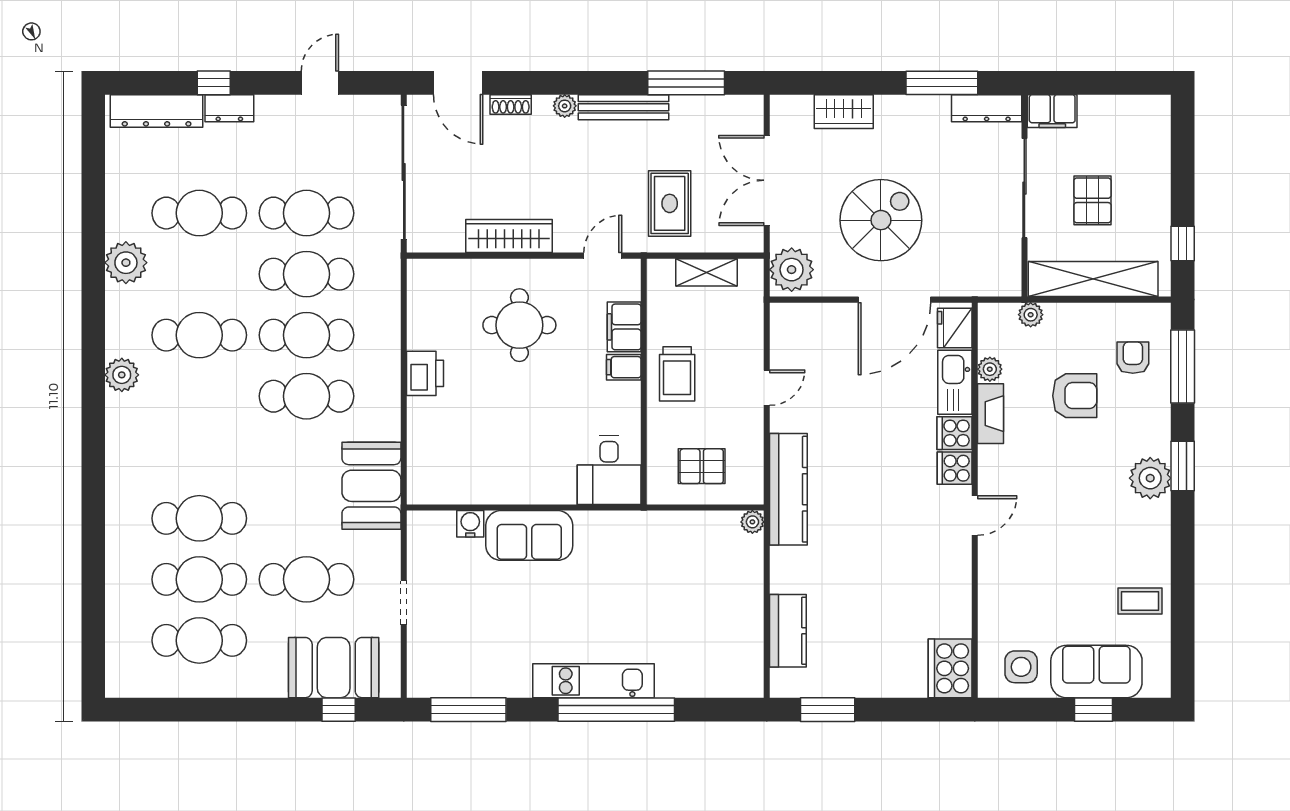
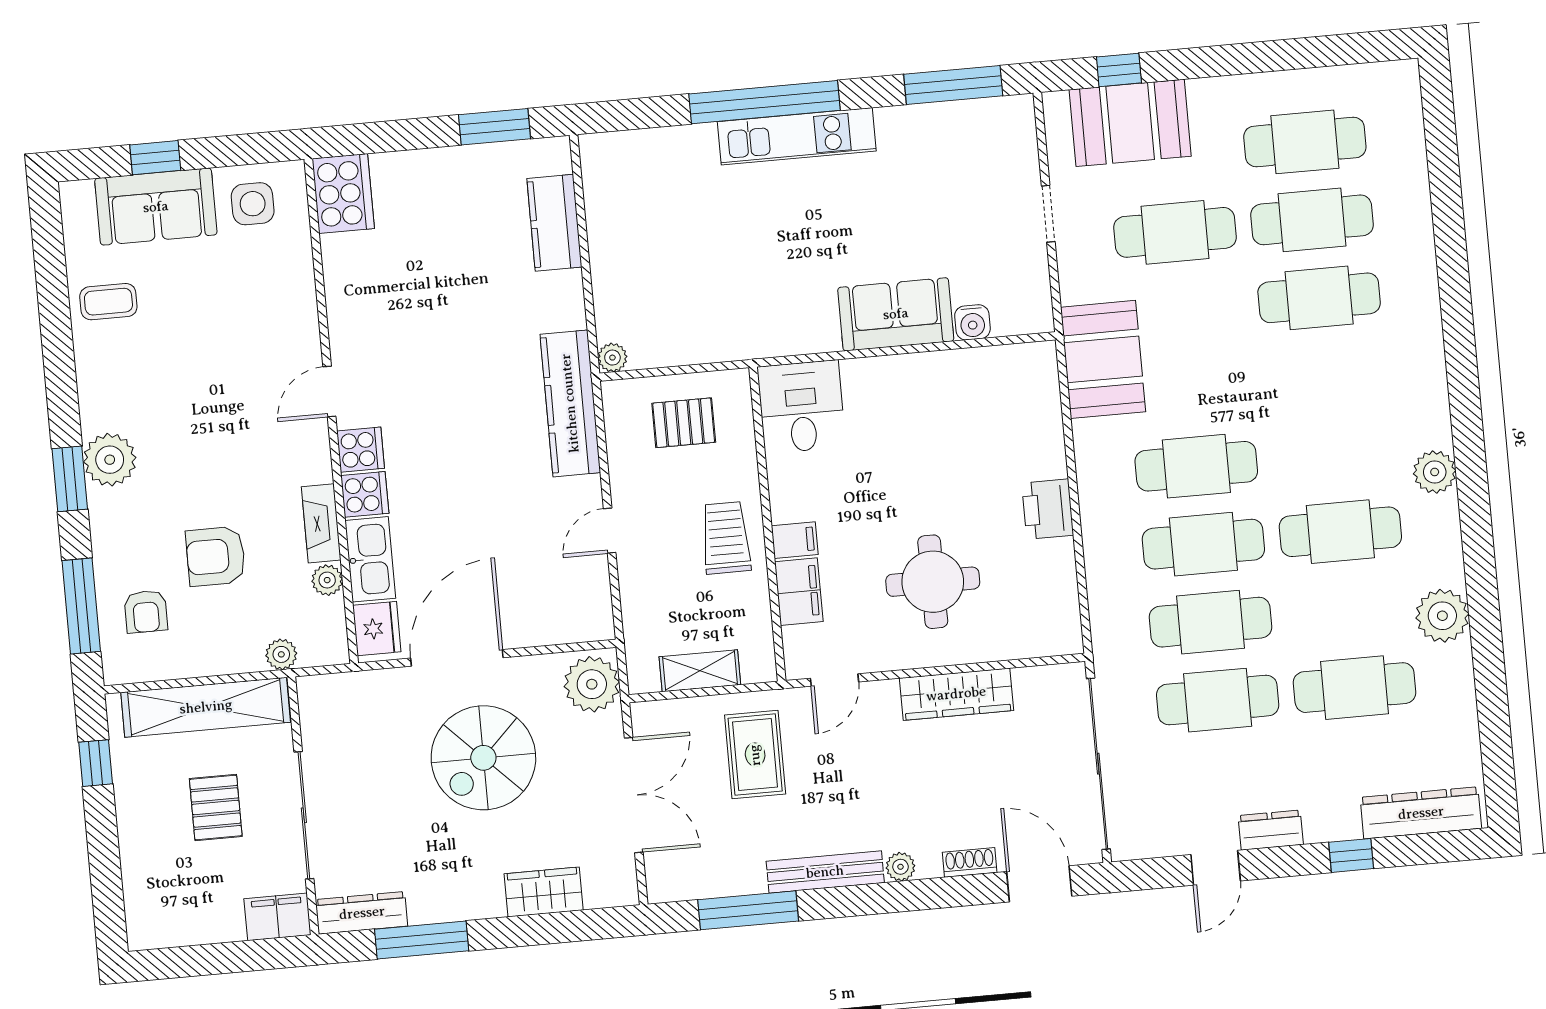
dresser: (229, 108) -> (1271, 830), moved

